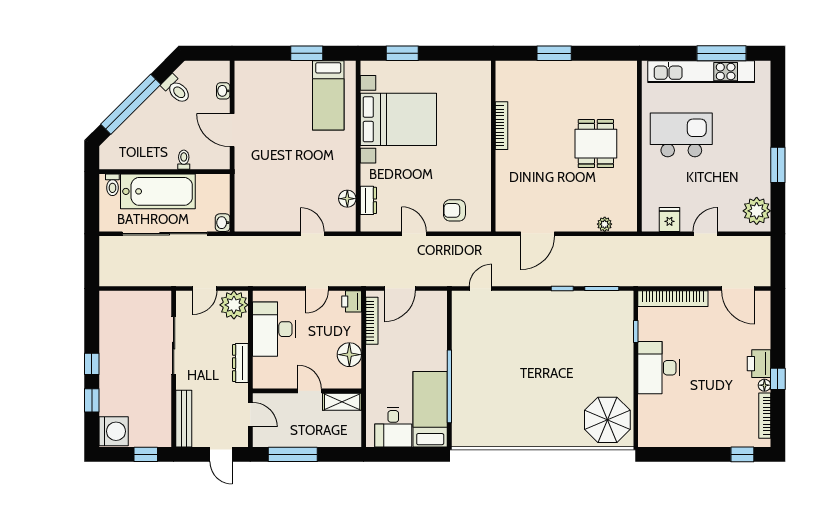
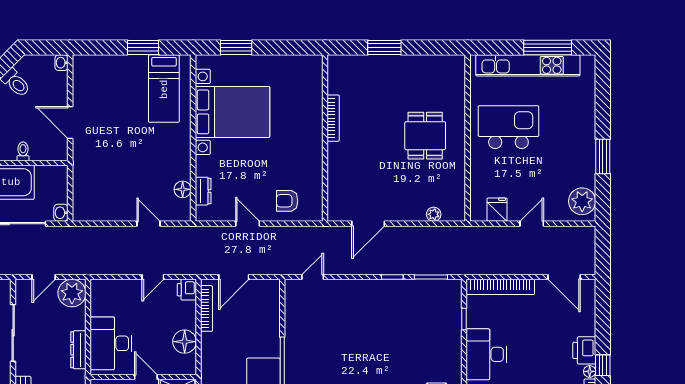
washbasin: (223, 91) -> (61, 63), moved
desk: (274, 329) -> (111, 343), moved

